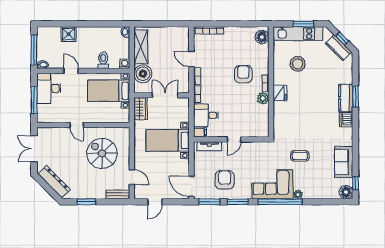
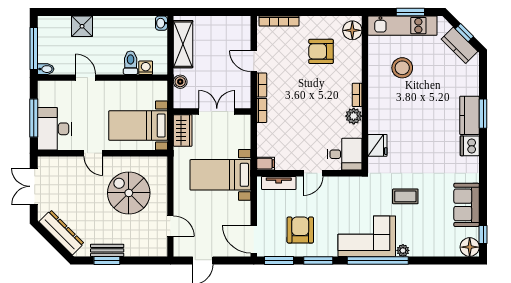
washing machine: (125, 64) -> (146, 68), moved
boiler: (143, 74) -> (180, 82), width x0.54, depth x0.54
armchair: (243, 74) -> (321, 51), moved, turned -90
desk: (49, 88) -> (54, 129), moved
bed with nightstands: (109, 91) -> (138, 125), moved
fridge: (280, 93) -> (377, 145), moved
desk: (206, 115) -> (345, 154), moved, turned 180
bench: (118, 194) -> (107, 250), moved

